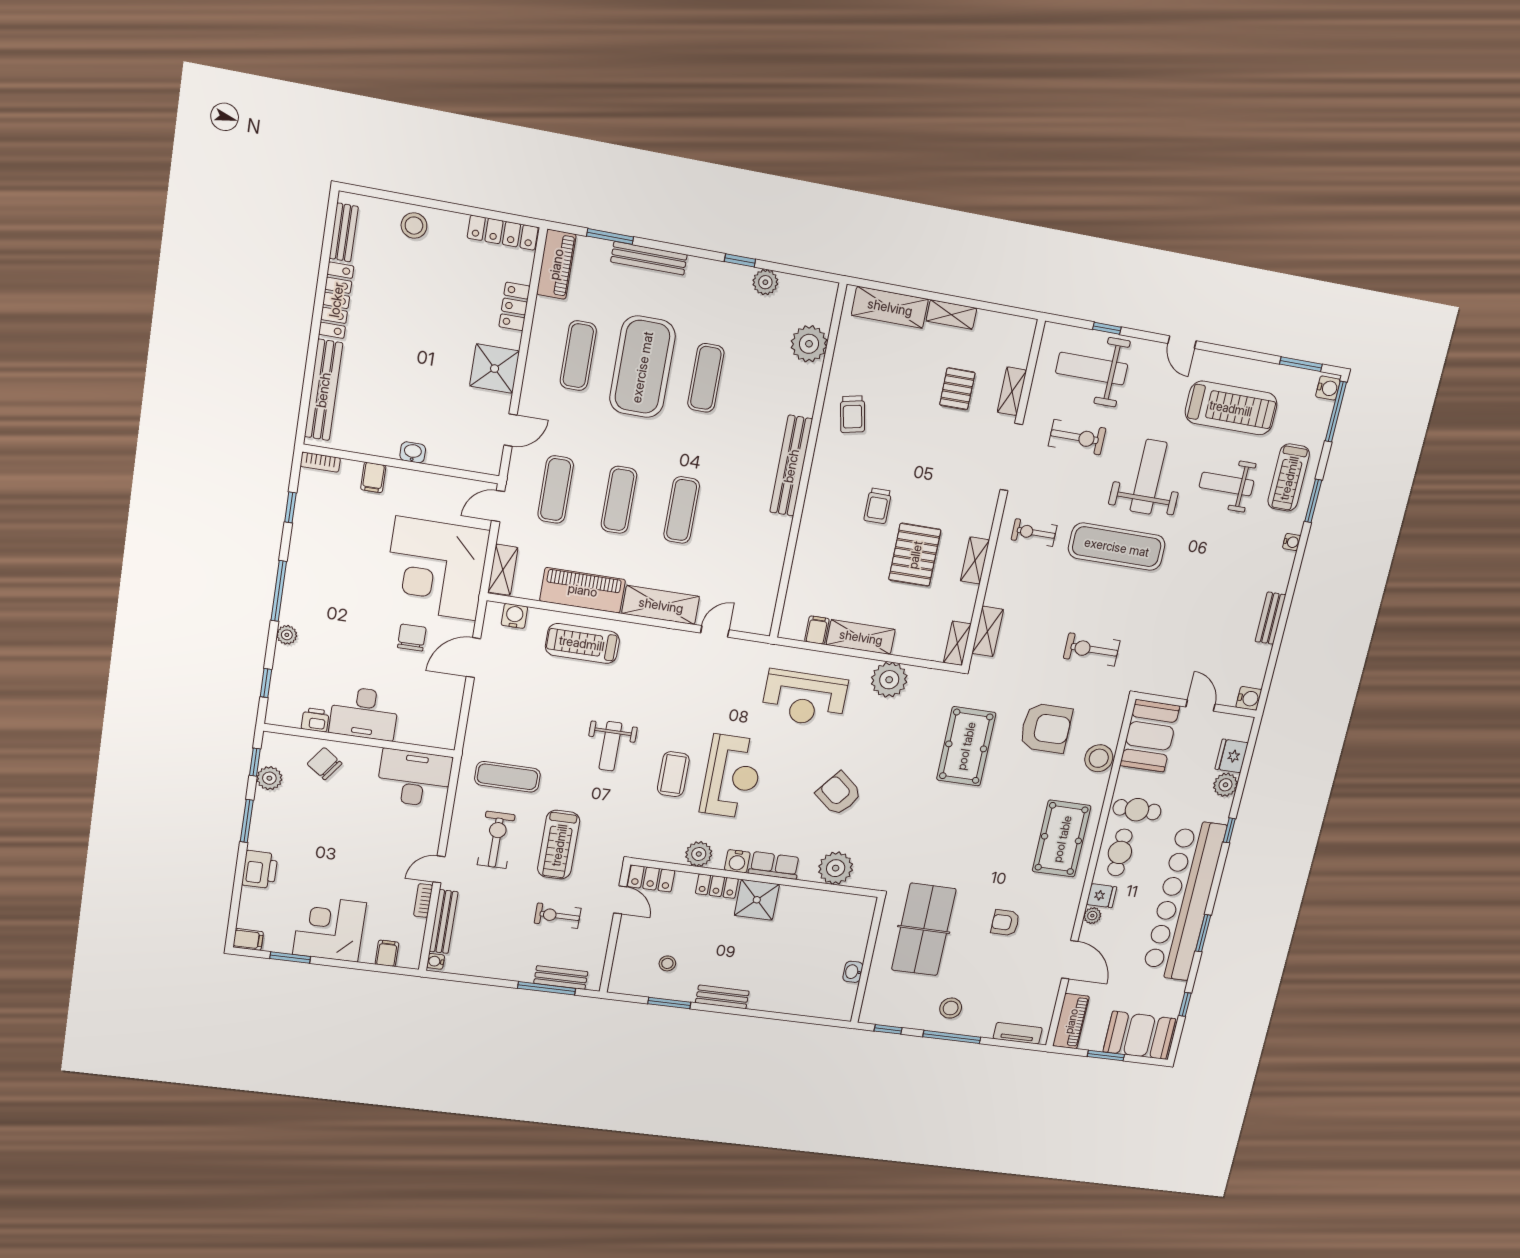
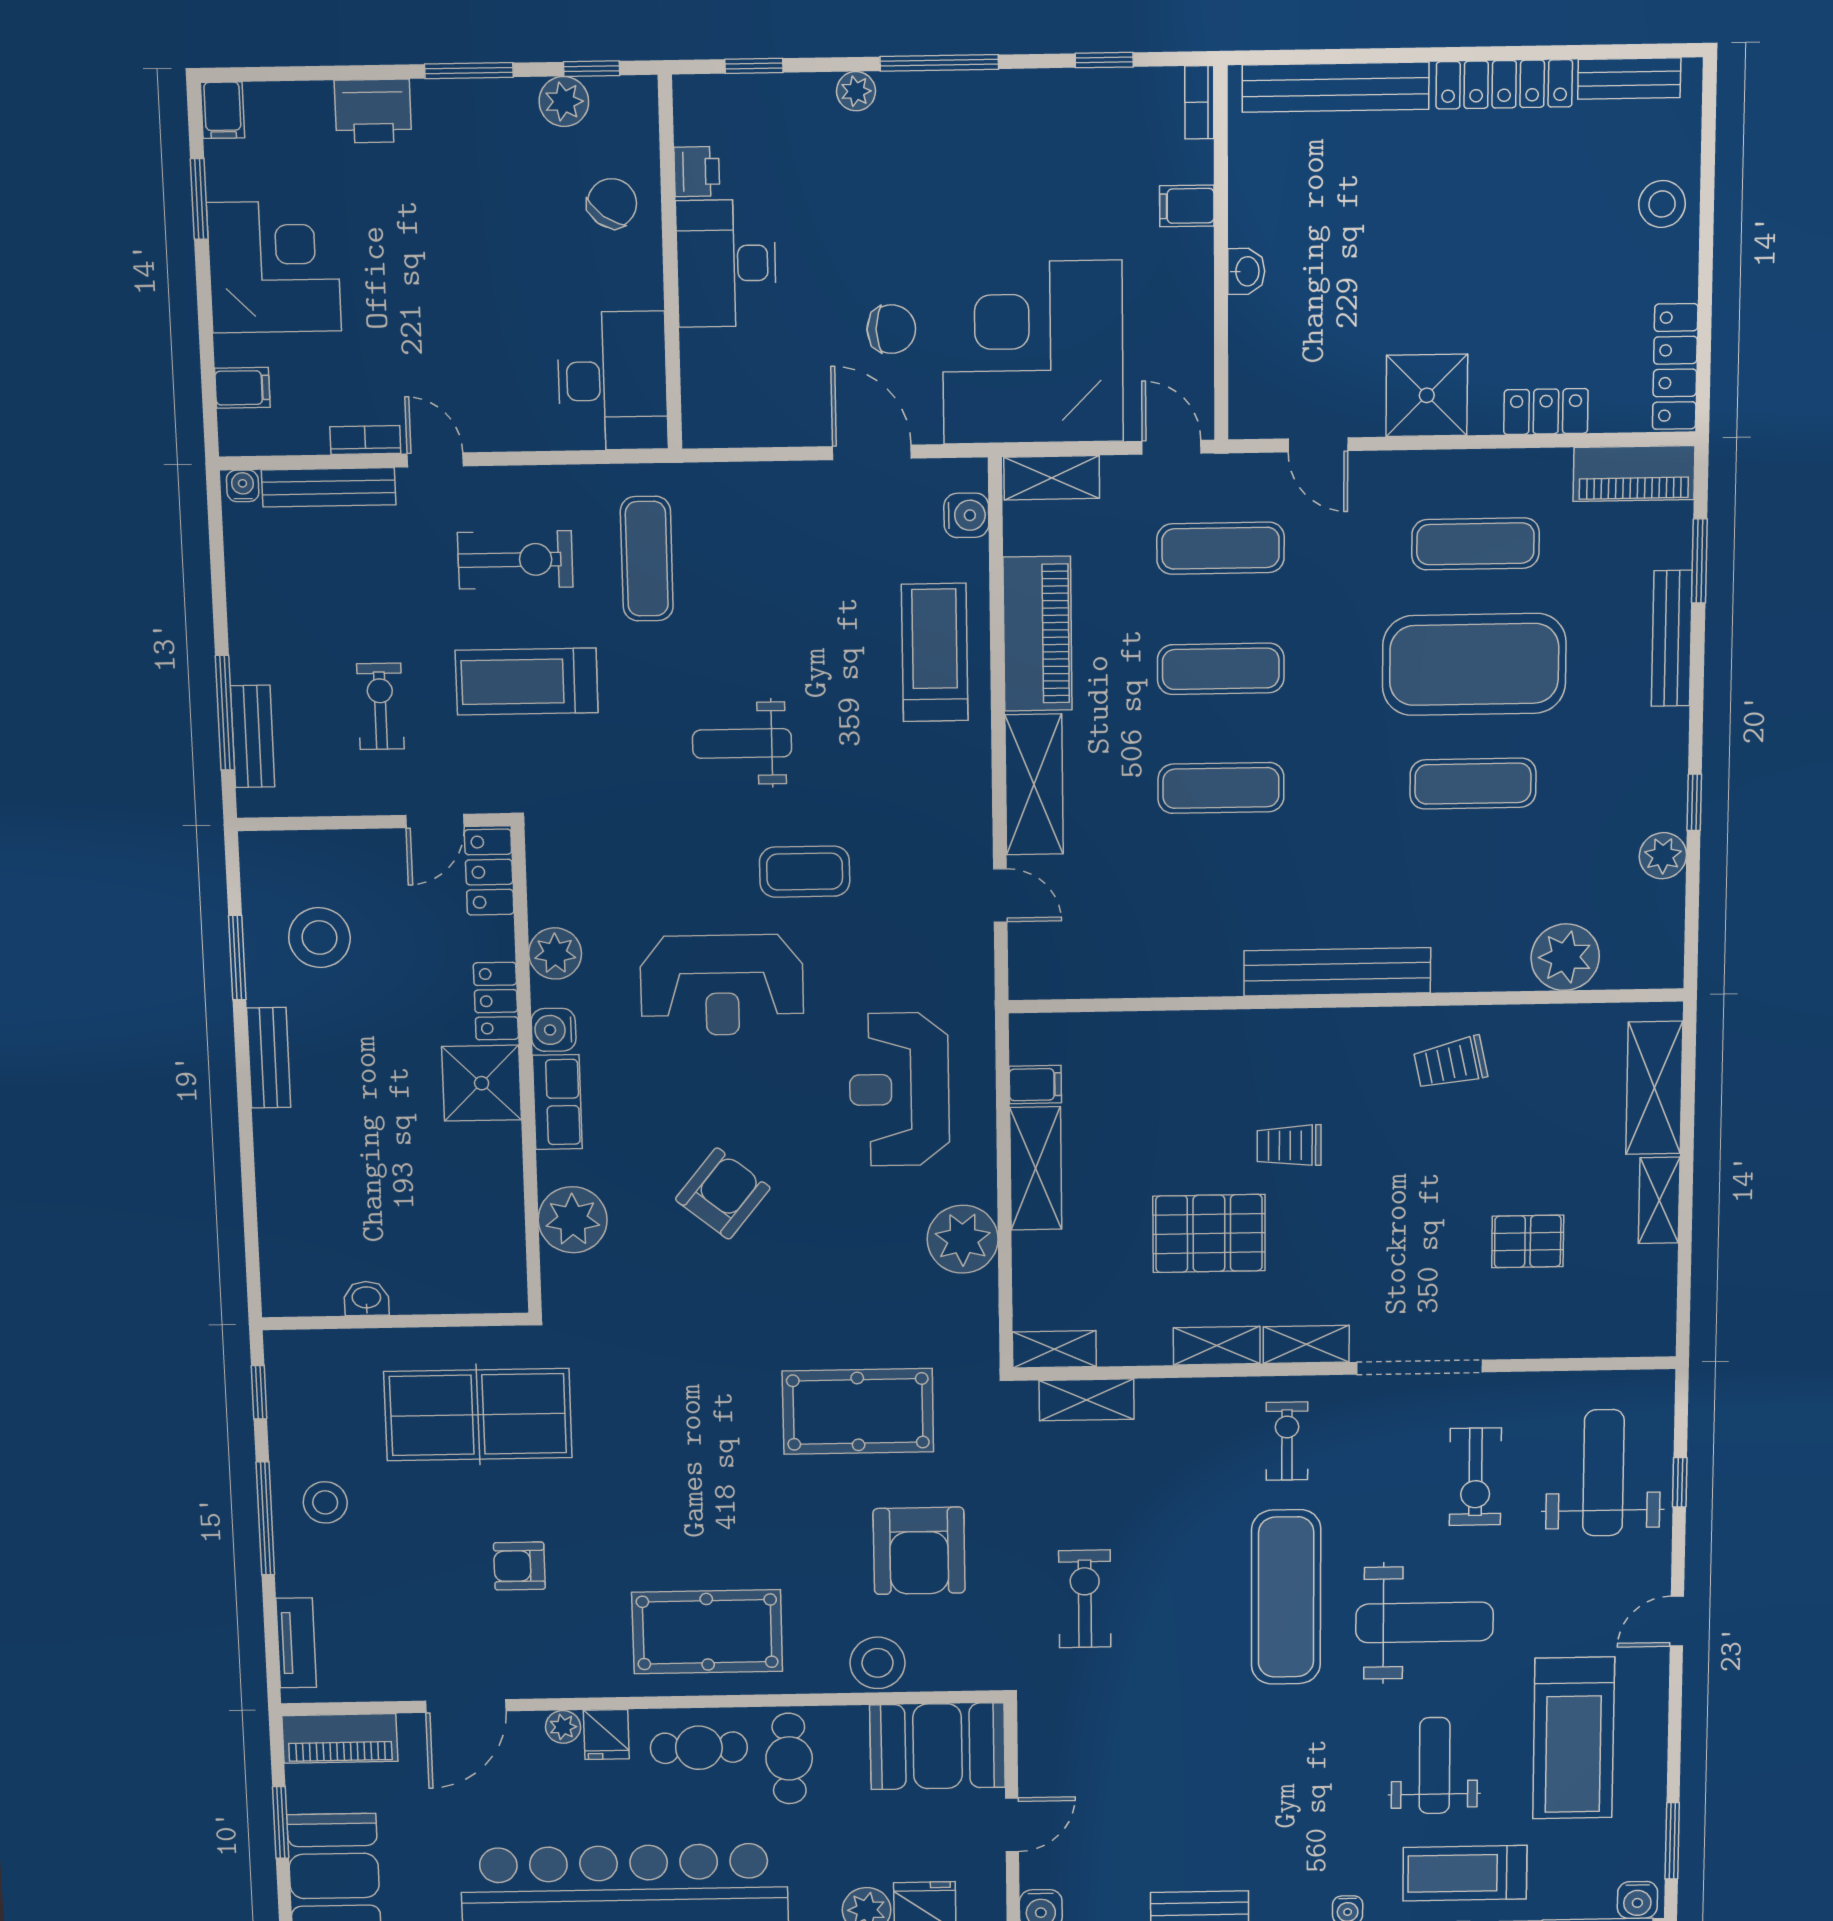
shelving: (1012, 391) -> (1306, 1344), moved
coffee table: (673, 774) -> (805, 872), moved
armchair: (1005, 923) -> (519, 1566), turned -90
stool: (667, 963) -> (319, 938), width x1.89, depth x1.89

